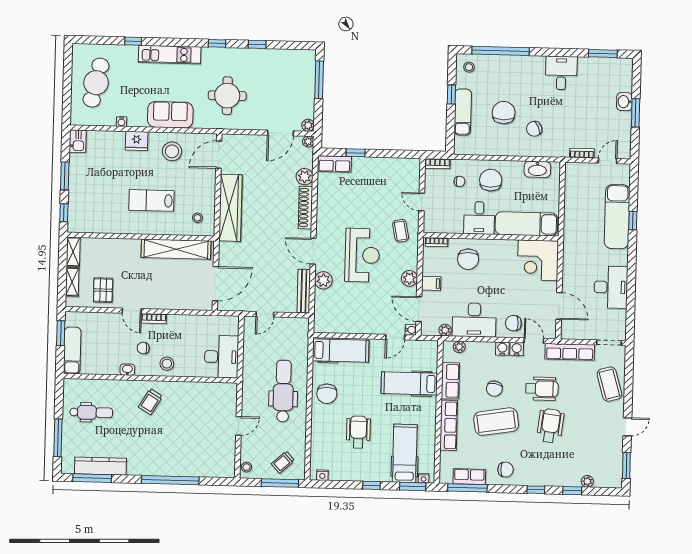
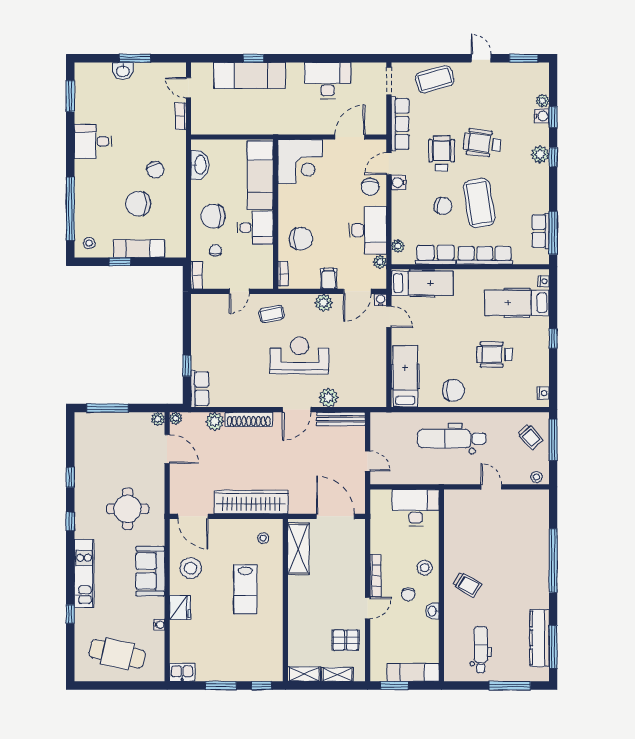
shelving: (176, 249) -> (298, 549), width x0.68
bookcase: (154, 319) -> (375, 576), width x1.56
water cooler: (502, 349) -> (542, 116), moved, turned 180
hospital bed: (409, 383) -> (422, 283), moved, turned -90
chair: (506, 470) -> (532, 191), removed
plant: (539, 478) -> (540, 154), added
window: (413, 487) -> (553, 293), removed

